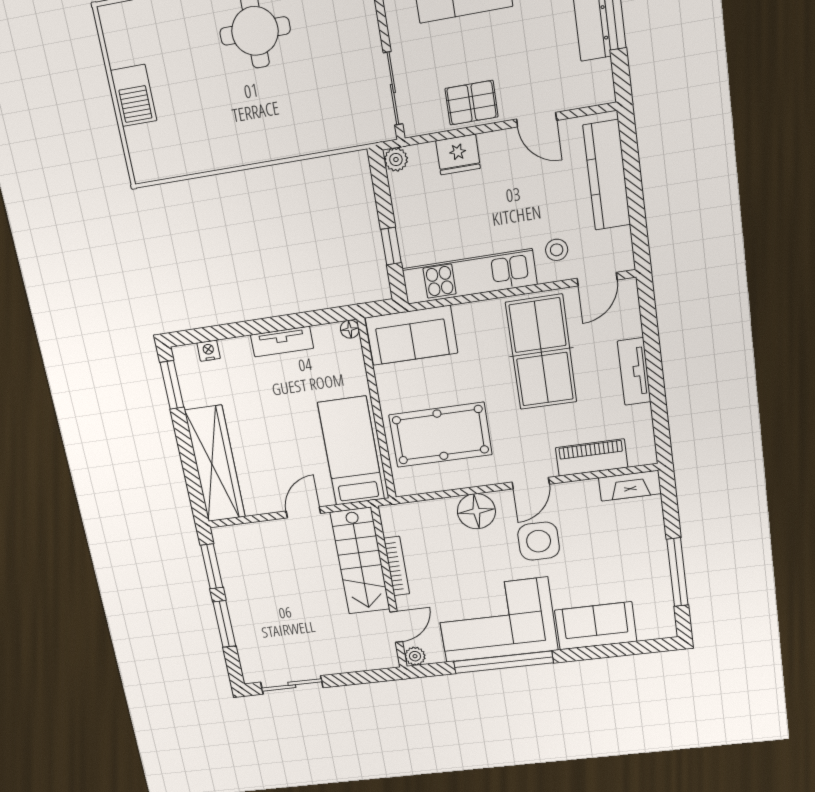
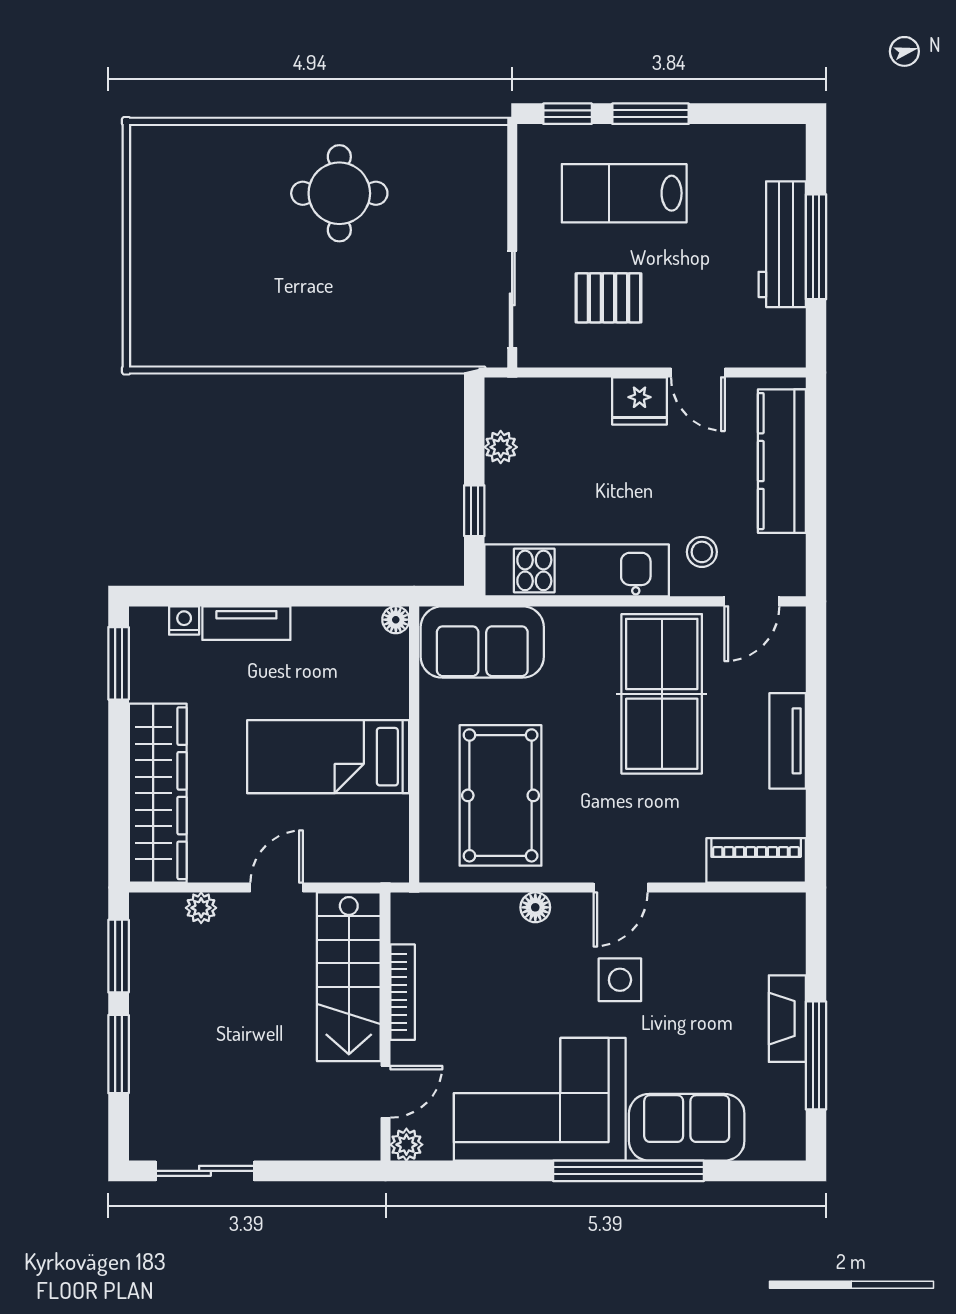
barbecue: (134, 96) -> (154, 248), removed
pallet: (472, 103) -> (608, 298), moved
fridge: (458, 155) -> (640, 401), moved
plant: (396, 160) -> (501, 447), moved
tv unit: (282, 342) -> (246, 623), moved
pool table: (440, 435) -> (501, 795), turned 90
bed: (351, 451) -> (328, 757), moved, turned -90
piano: (592, 458) -> (756, 860), moved
fireplace: (630, 486) -> (787, 1019), moved, turned 90
floor lamp: (476, 511) -> (535, 907), width x0.53, depth x0.53
plant: (257, 531) -> (201, 908), added
side table: (539, 541) -> (620, 980), width x0.73, depth x0.73
window: (503, 662) -> (629, 1171), moved

